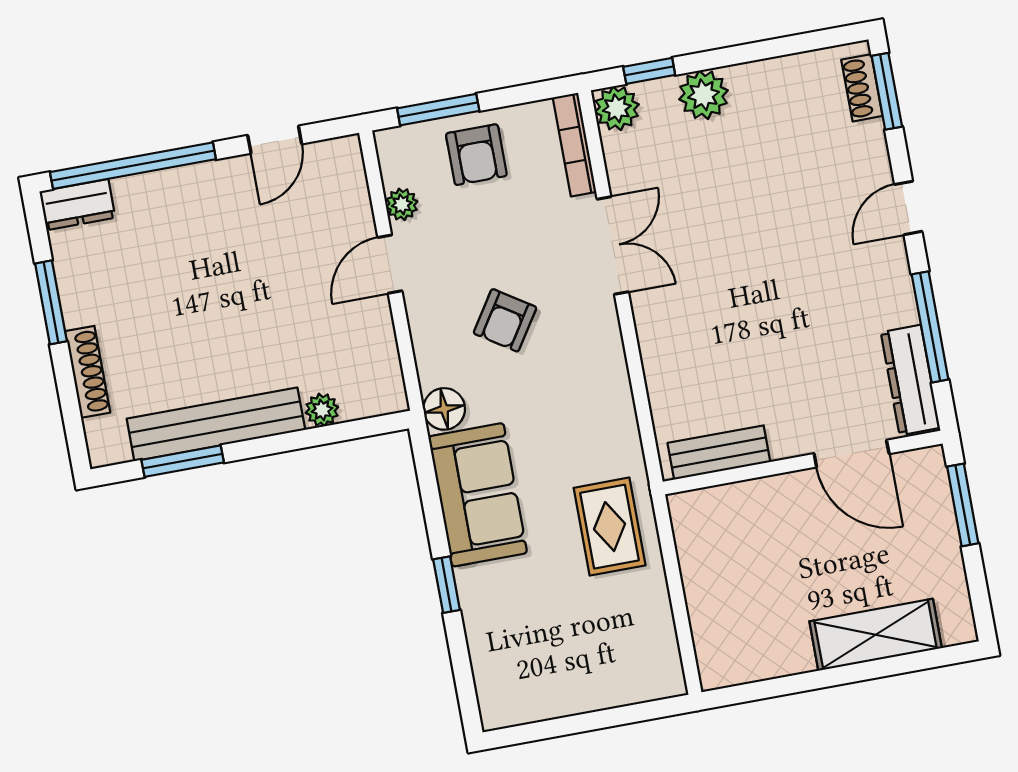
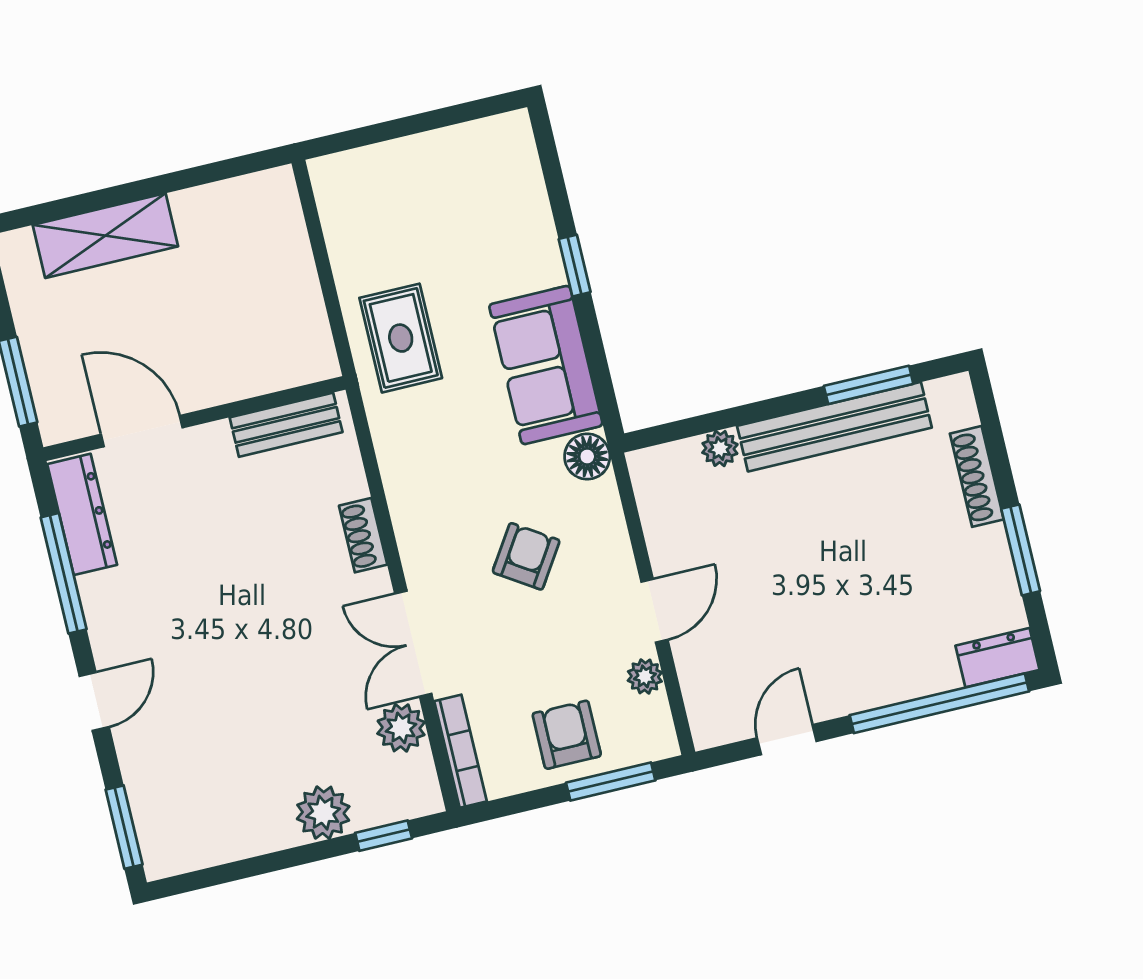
shoe rack: (862, 88) -> (363, 535), moved, turned 180
plant: (617, 108) -> (401, 728), moved

